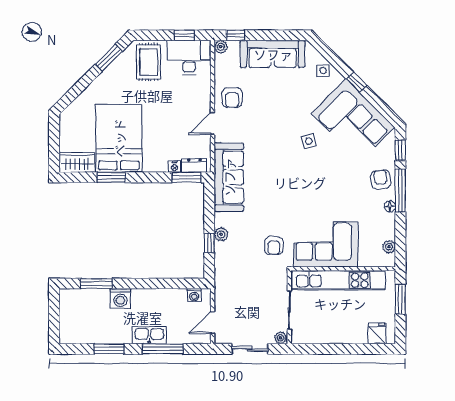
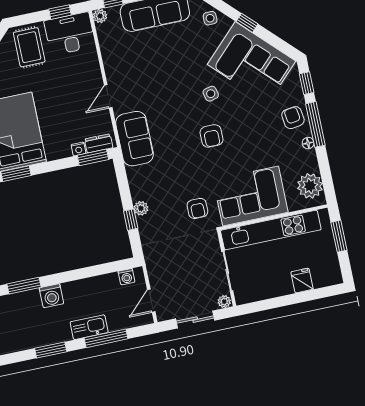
armchair: (232, 97) -> (212, 136), moved
sofa: (229, 177) -> (135, 139), width x0.73
plant: (389, 247) -> (310, 186), width x1.88, depth x1.88
fridge: (377, 333) -> (302, 281), moved

